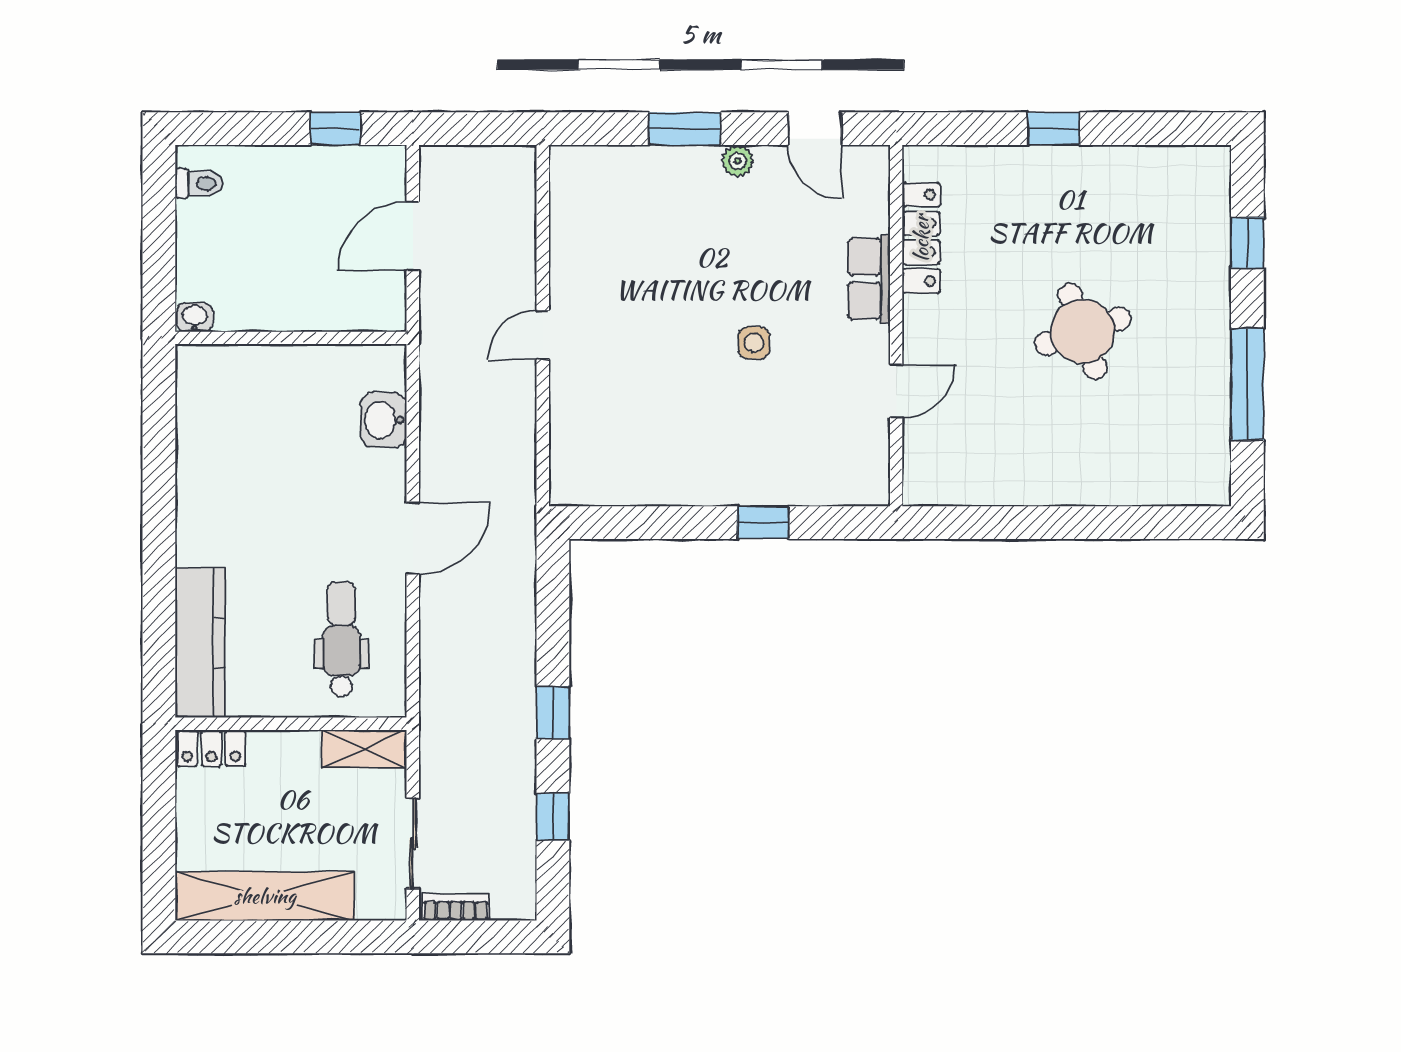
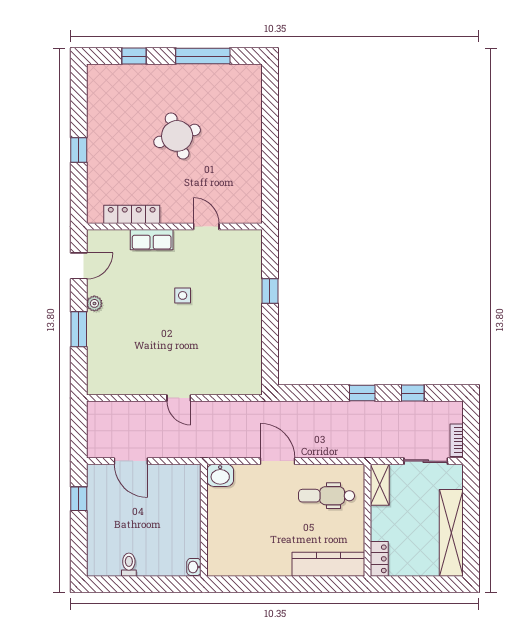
toilet: (199, 184) -> (129, 565), moved
washbasin: (195, 317) -> (194, 567), moved
wall: (291, 338) -> (204, 520), moved

